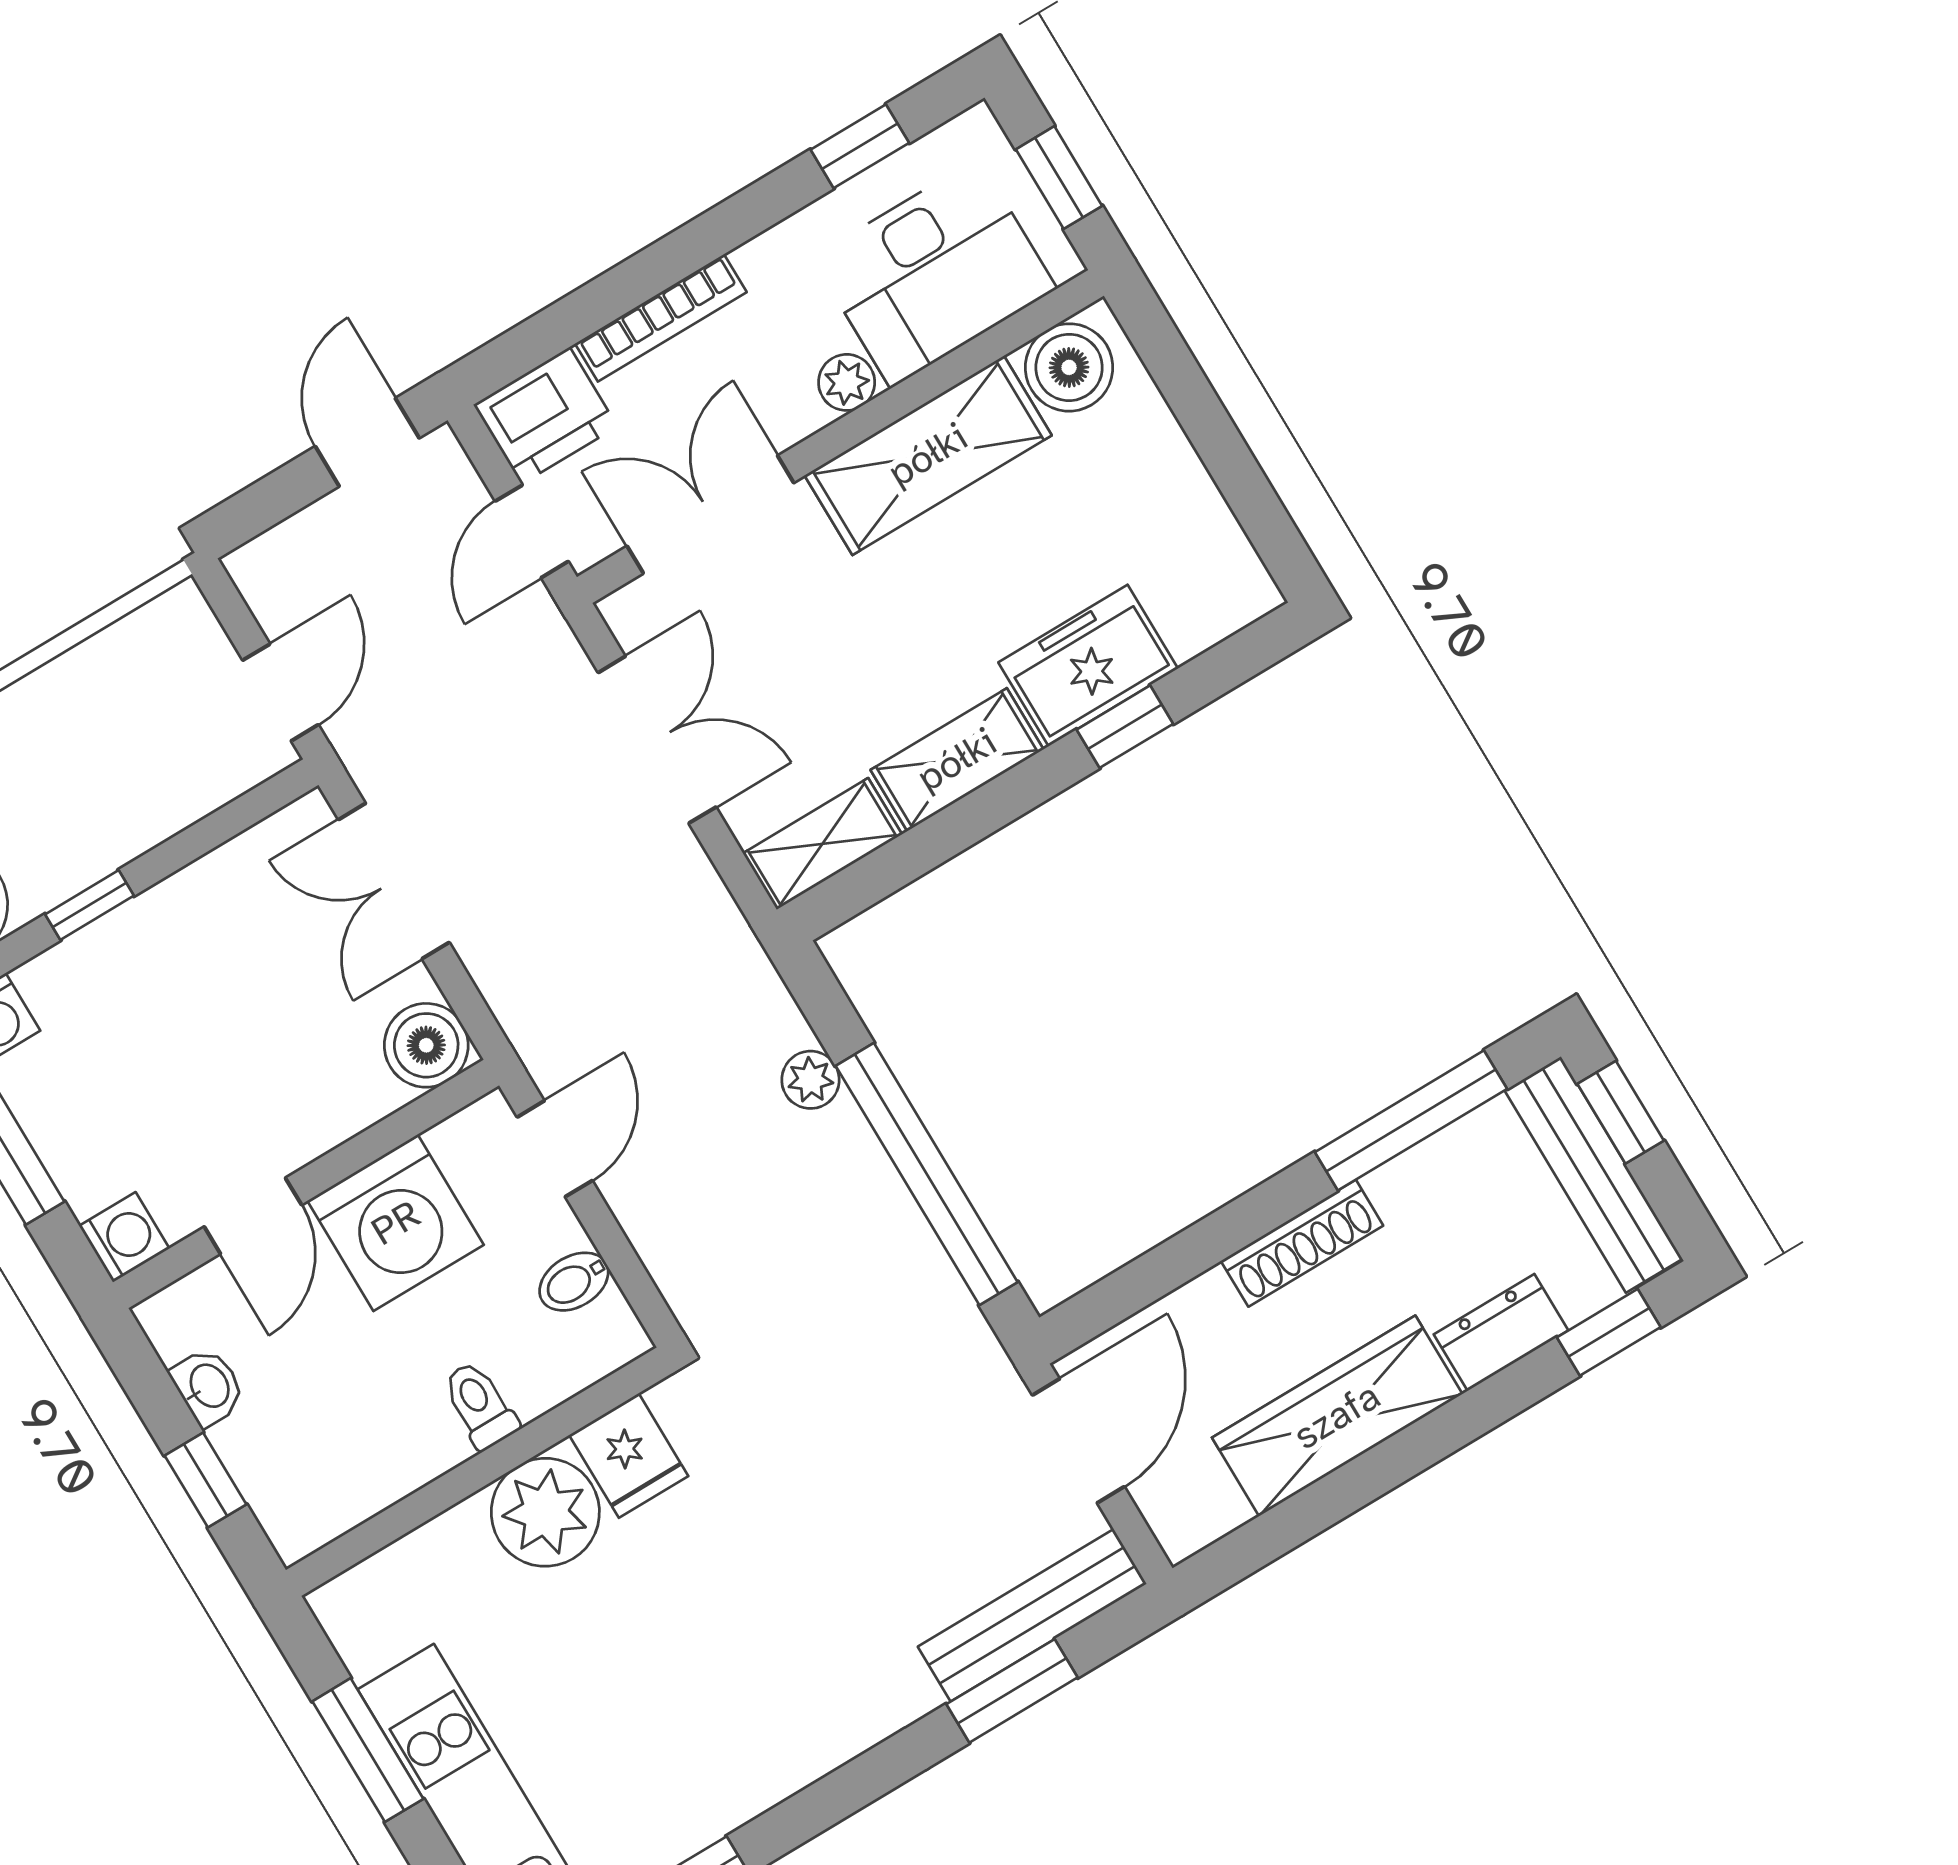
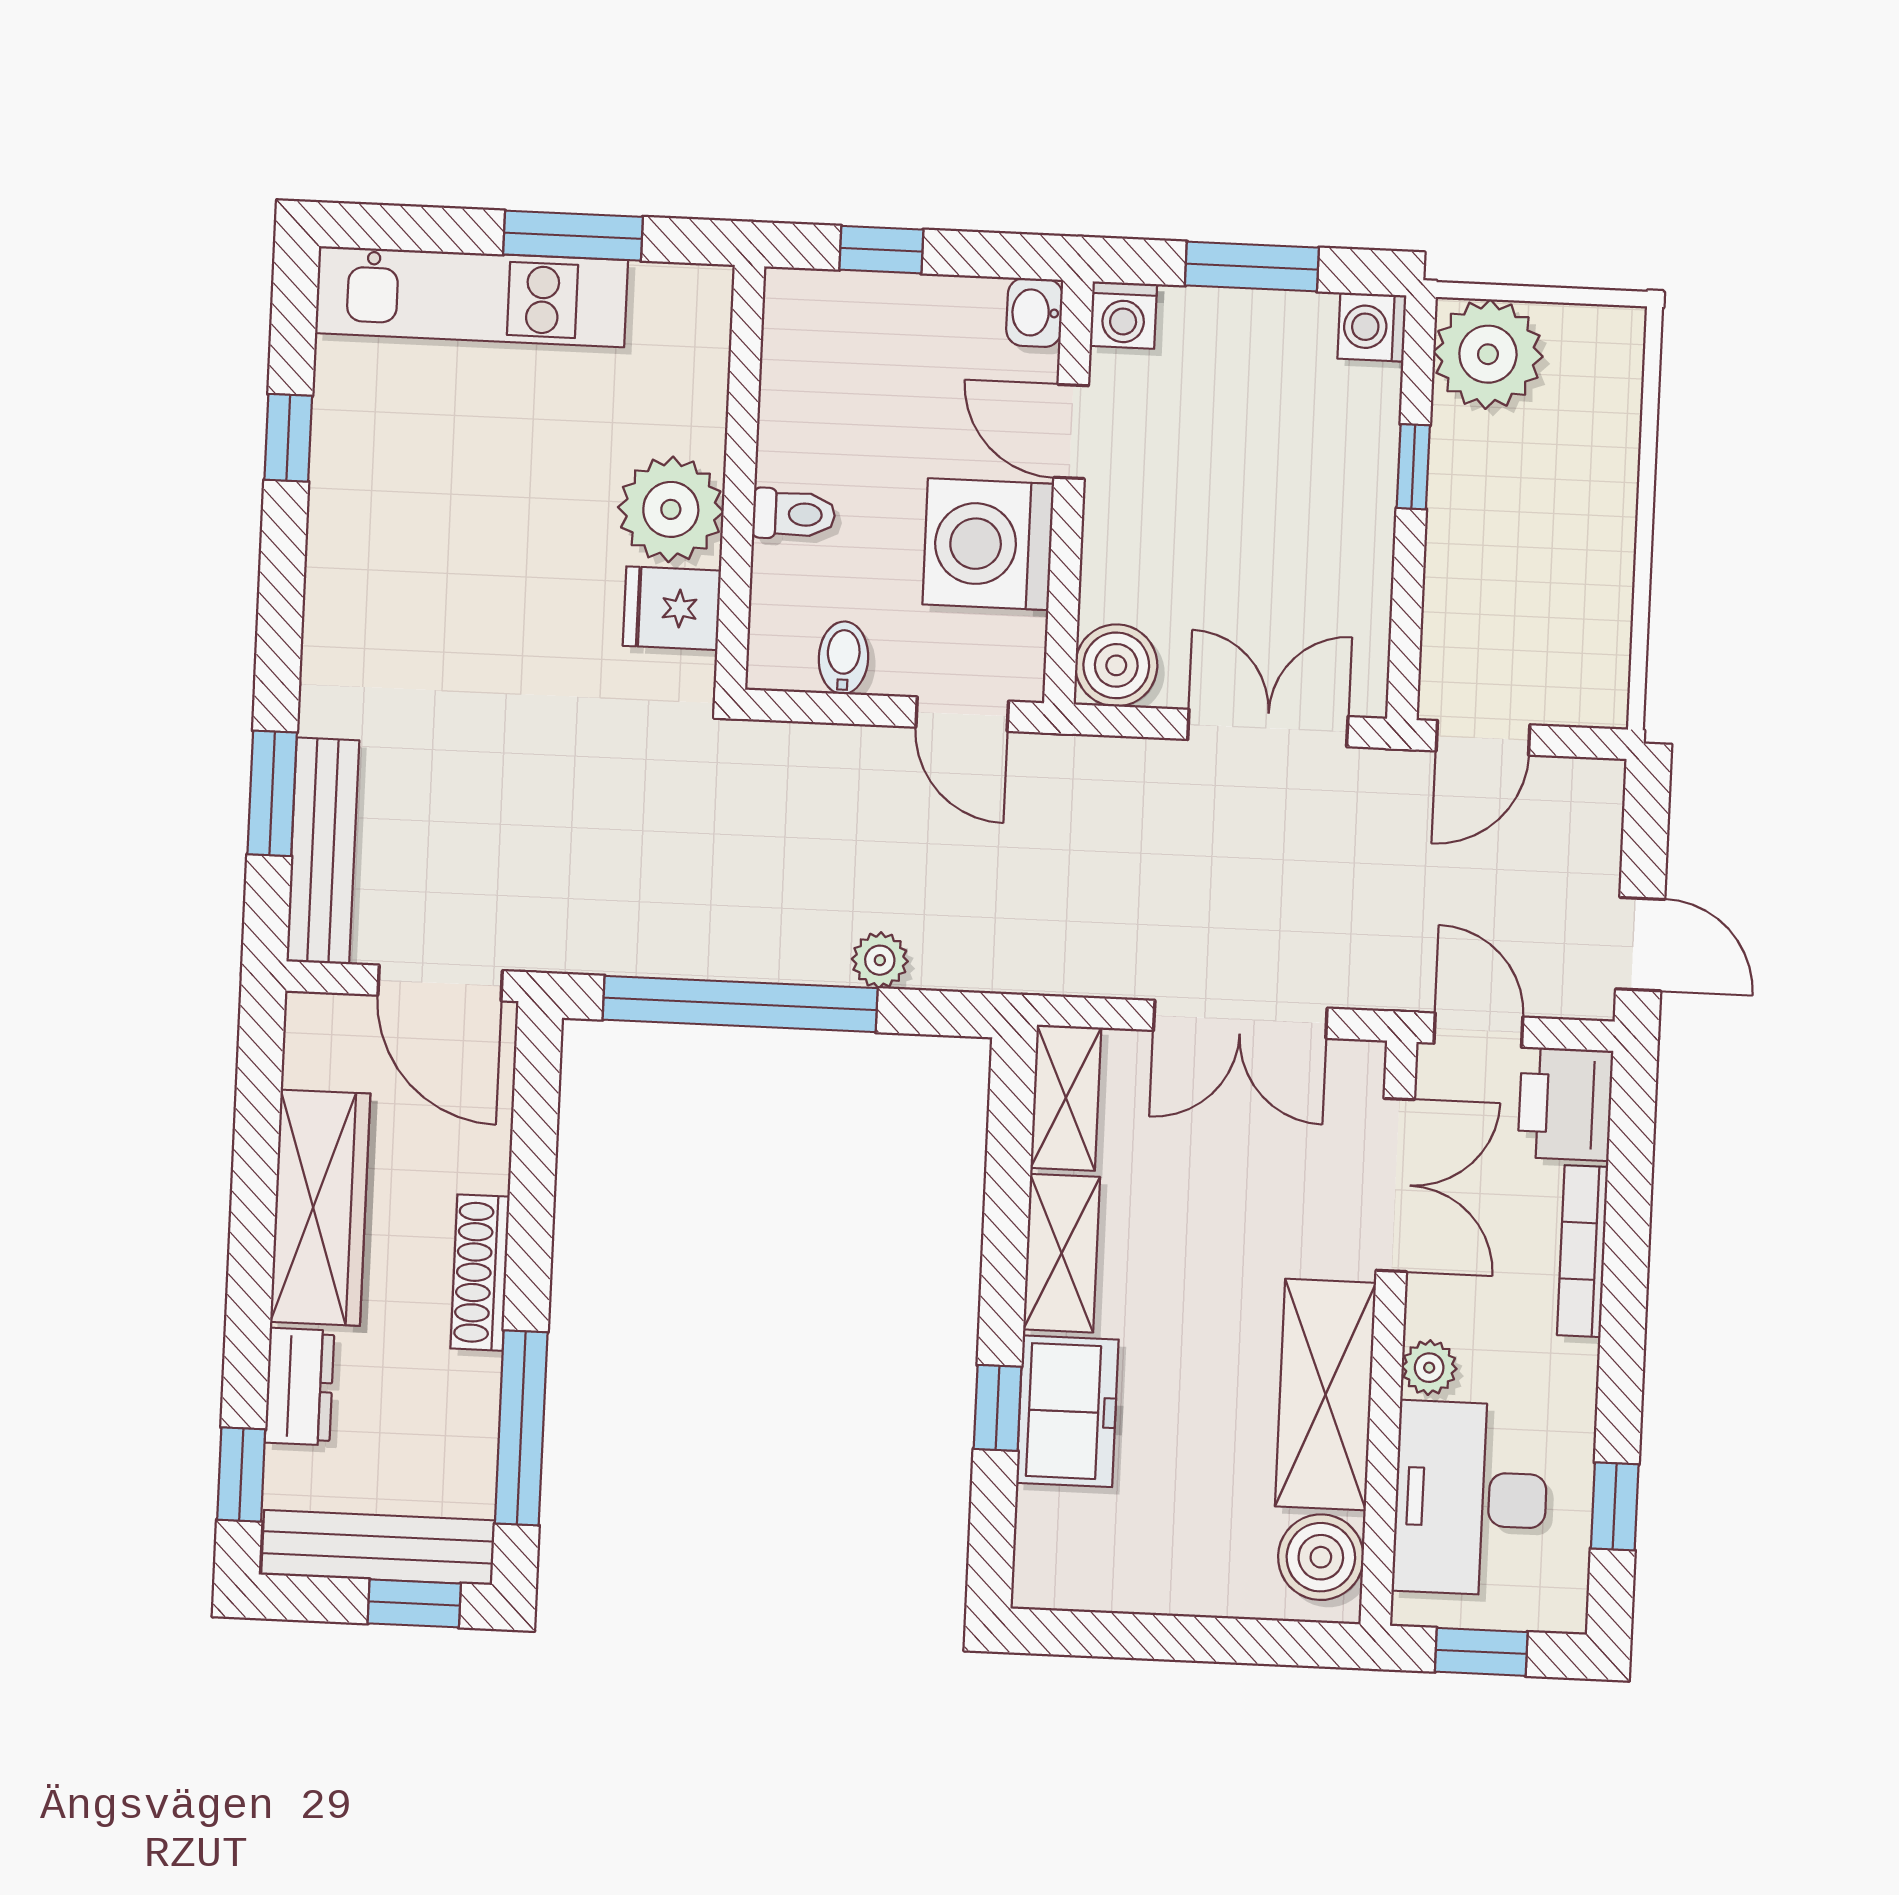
door: (281, 692) -> (1483, 738), hinge flipped
washbasin: (208, 1387) -> (1034, 313), moved, turned 90

